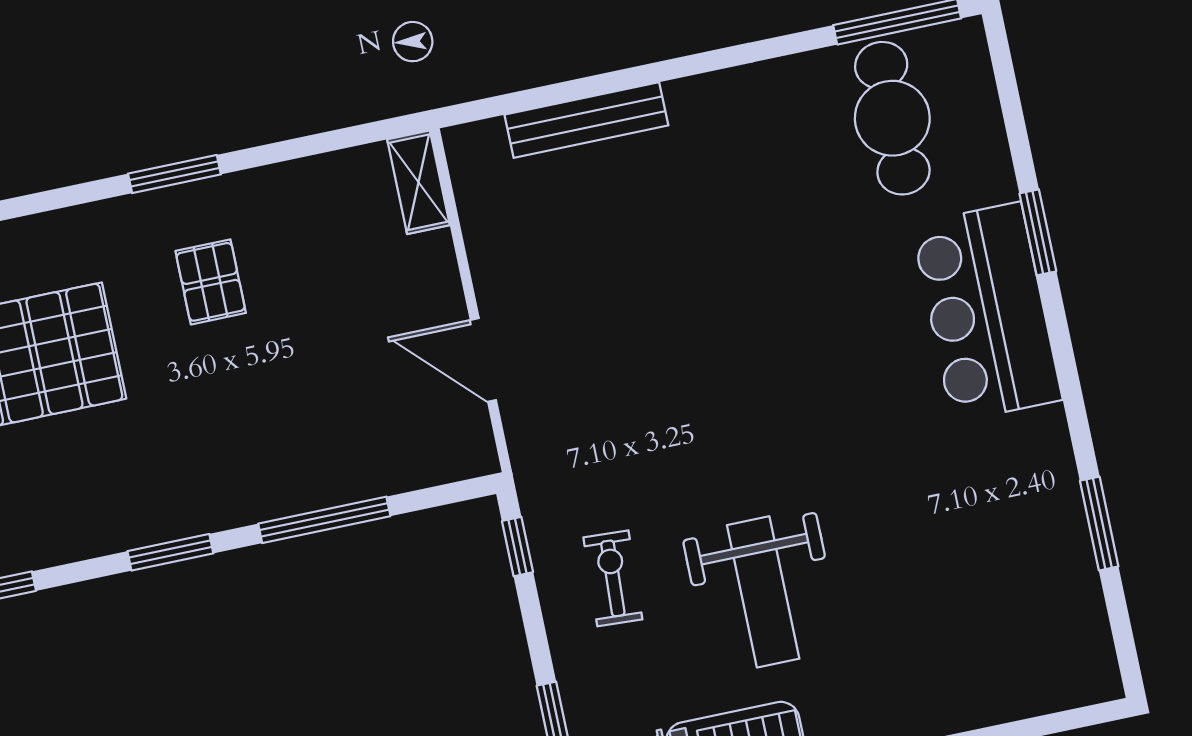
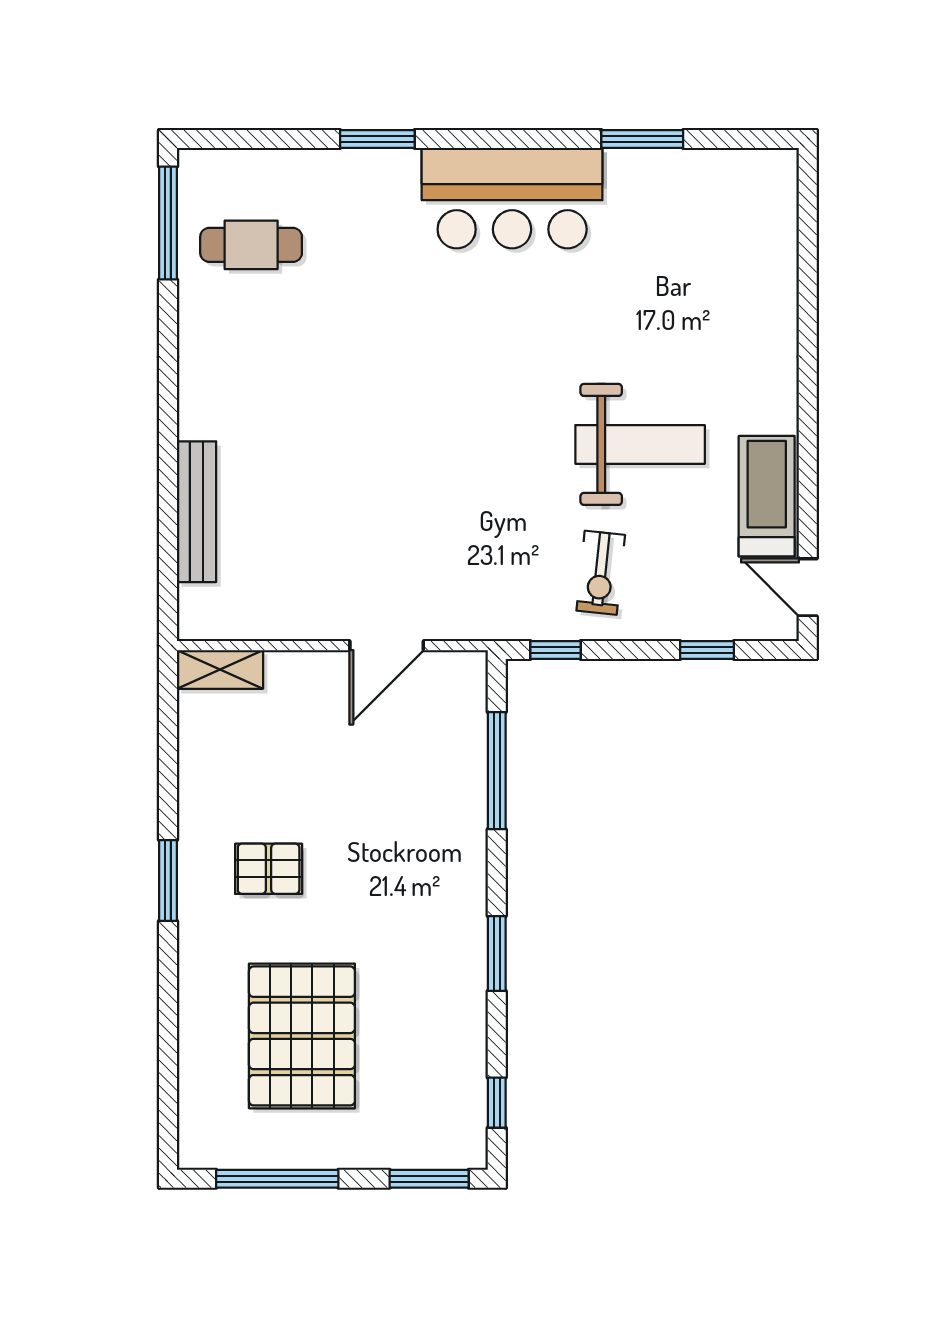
cafe table: (892, 118) -> (251, 245), width x0.73, depth x0.74
bar counter: (987, 312) -> (512, 198), moved
window: (324, 520) -> (497, 771), moved
exercise bike: (613, 578) -> (601, 573), turned -87

